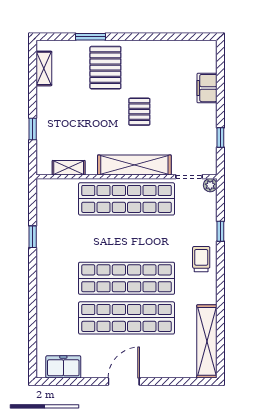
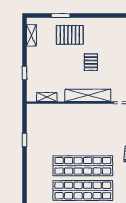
pallet: (105, 68) -> (70, 35), turned 90
shop shelf: (127, 199) -> (83, 116), removed

